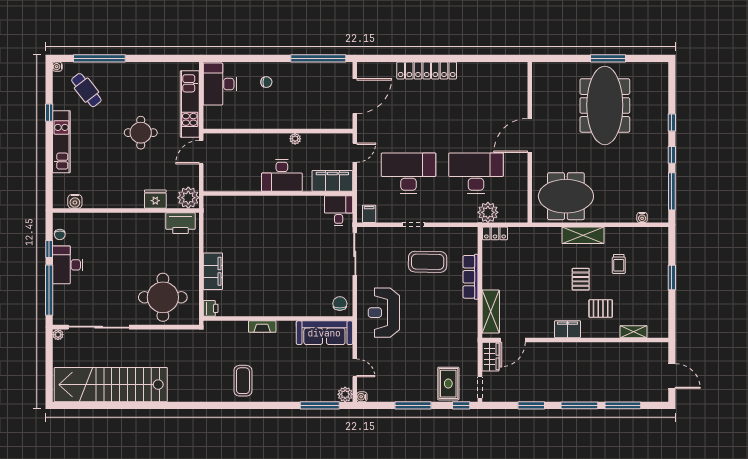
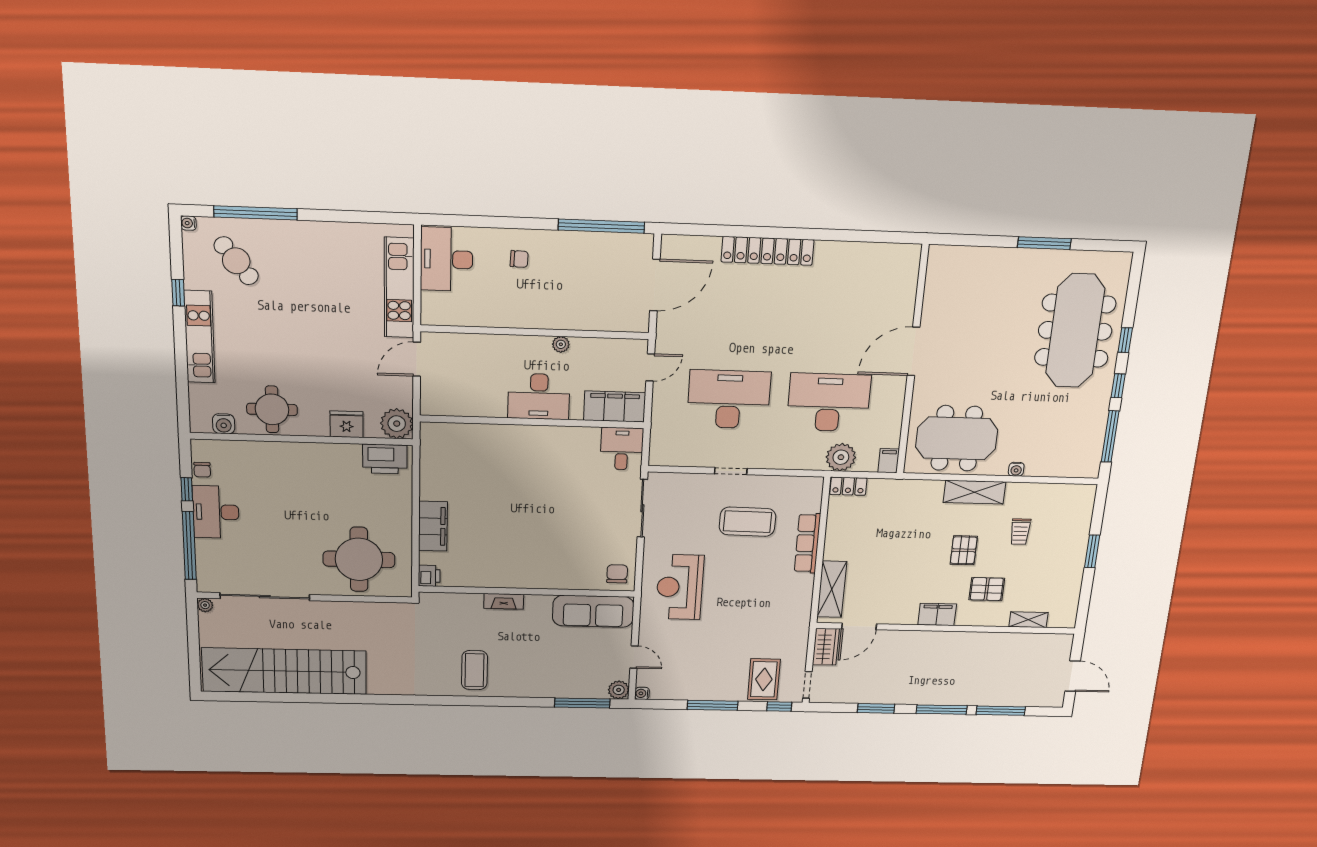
meeting table: (605, 105) -> (1075, 331), moved
round table: (141, 133) -> (272, 409), moved
filing cabinet: (369, 214) -> (889, 461), moved
water cooler: (642, 217) -> (1016, 469), moved

